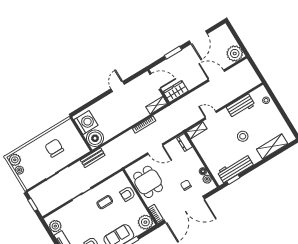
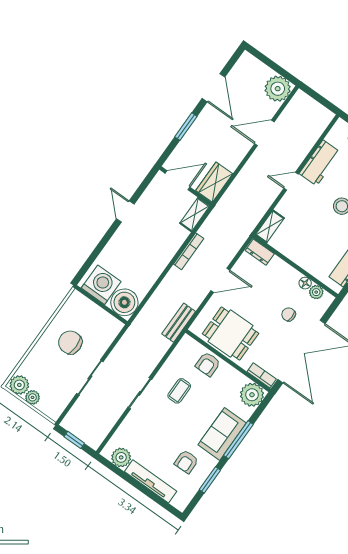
door: (211, 115) -> (291, 181), moved
bench: (93, 158) -> (179, 323), moved

